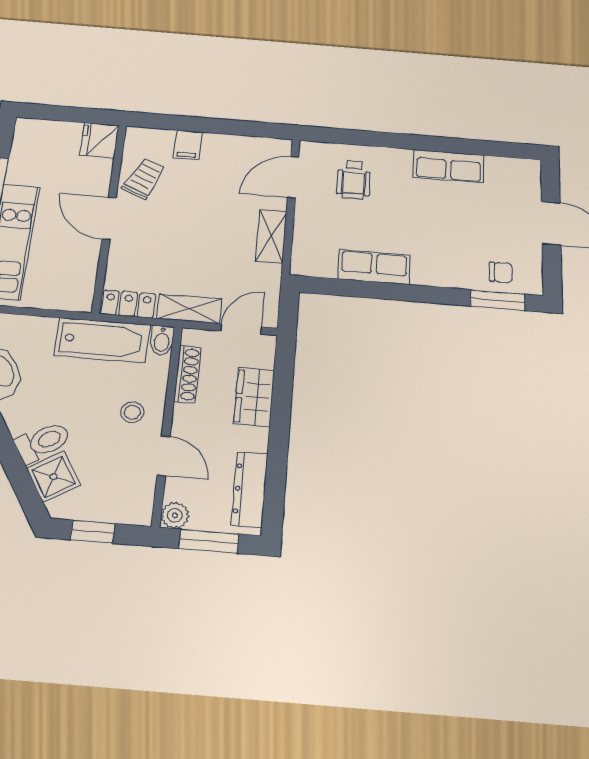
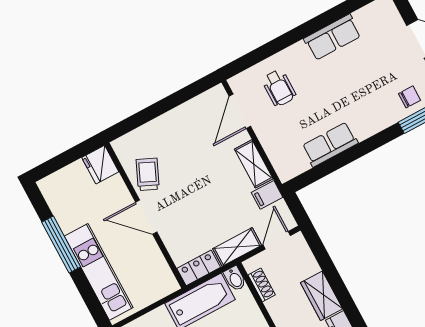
filing cabinet: (188, 145) -> (267, 195), moved, turned 90
shoe rack: (187, 374) -> (262, 285), width x0.70
wardrobe: (254, 397) -> (322, 296), moved

